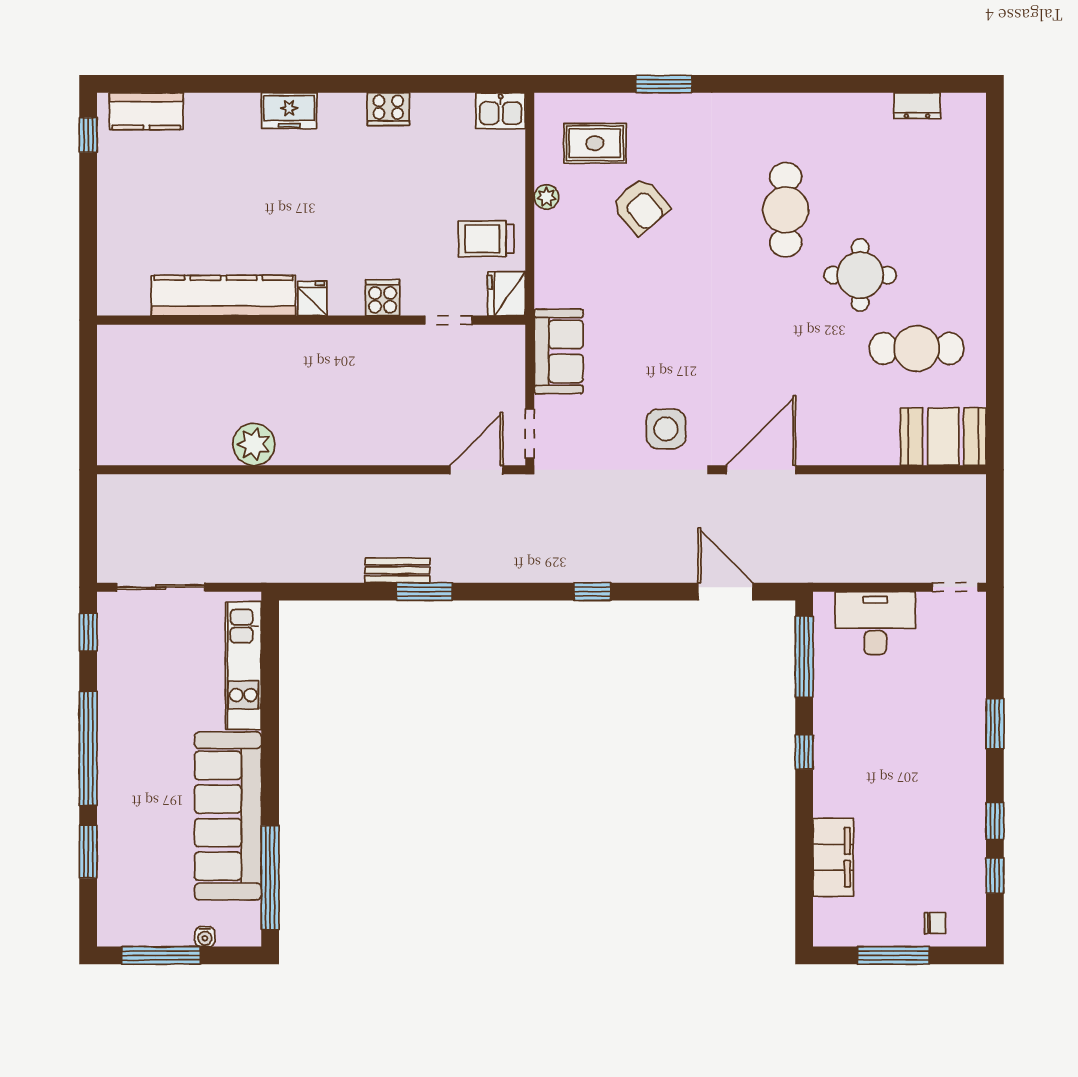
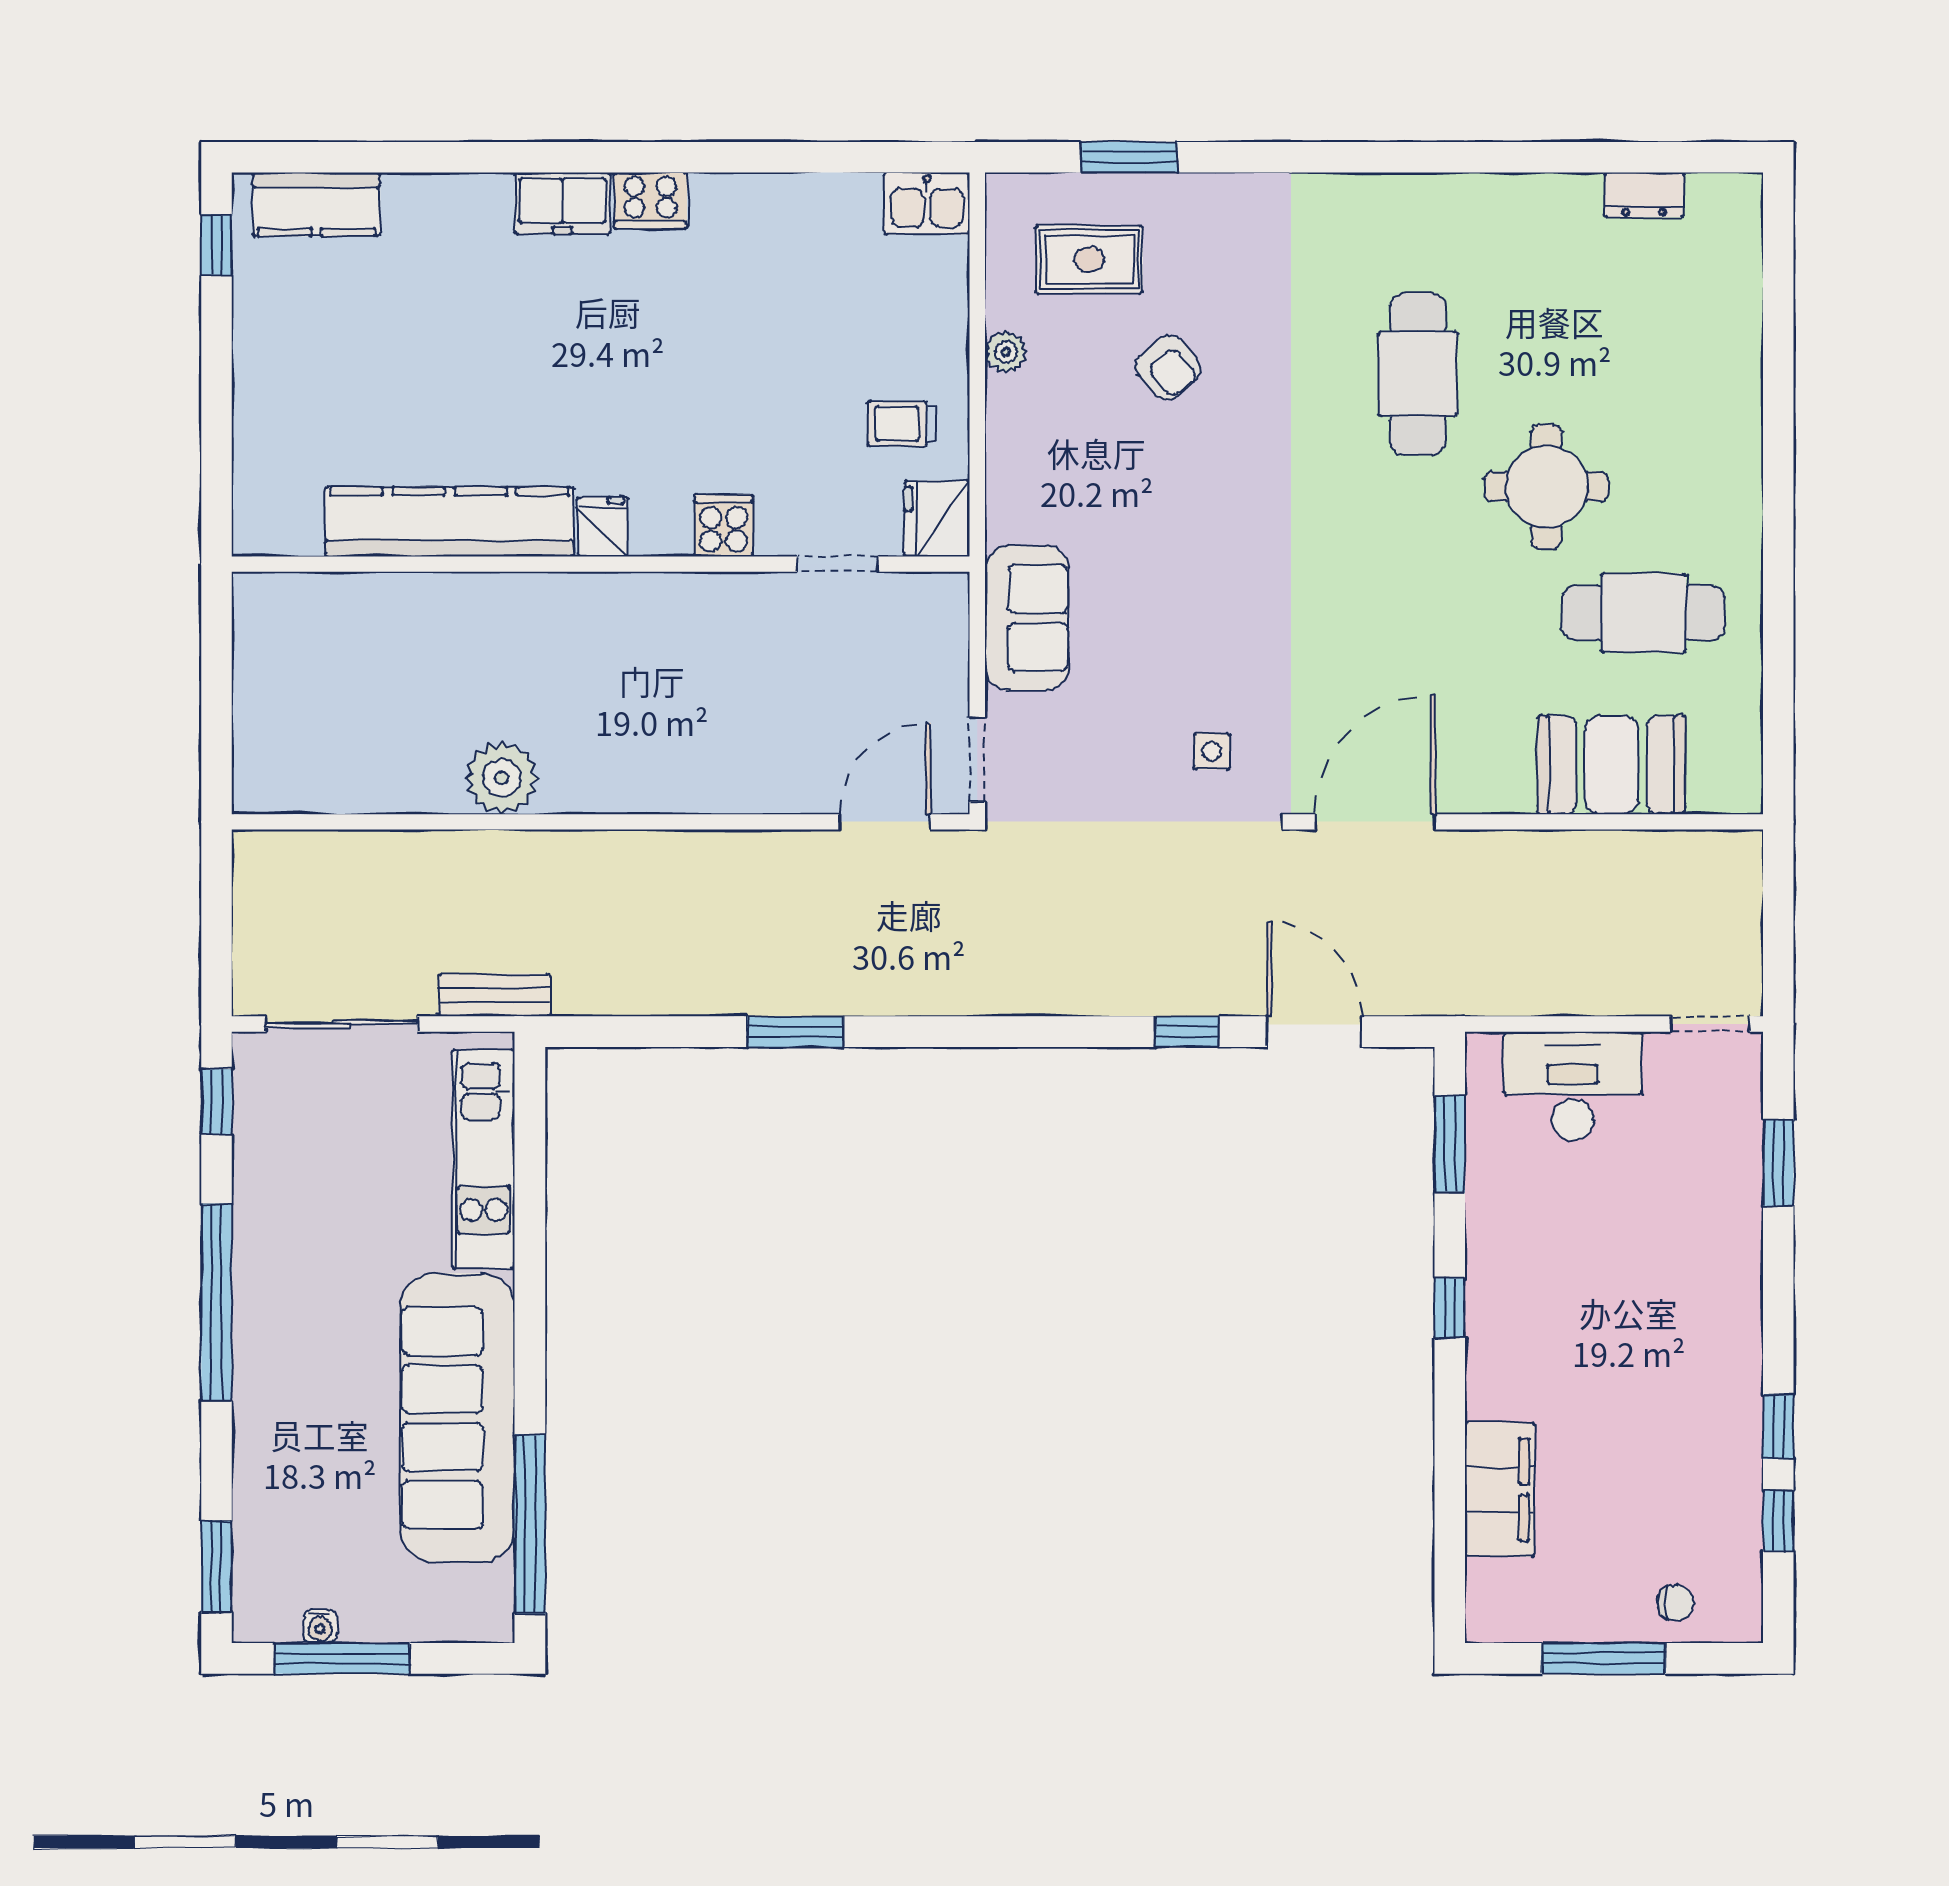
window: (664, 84) -> (1129, 157), moved
cooker: (388, 109) -> (651, 201), moved
armchair: (641, 206) -> (1168, 367), width x0.72, depth x0.72
trolley: (486, 239) -> (902, 424), width x0.73, depth x0.72
side table: (666, 429) -> (1212, 751), width x0.54, depth x0.54
booth: (943, 437) -> (1611, 765), moved
bench: (397, 570) -> (494, 995), moved
window: (592, 592) -> (1187, 1032), moved
window: (804, 657) -> (1450, 1144), width x0.69
window: (995, 724) -> (1778, 1163), moved
window: (88, 852) -> (216, 1567), moved
water cooler: (205, 937) -> (320, 1626), moved

